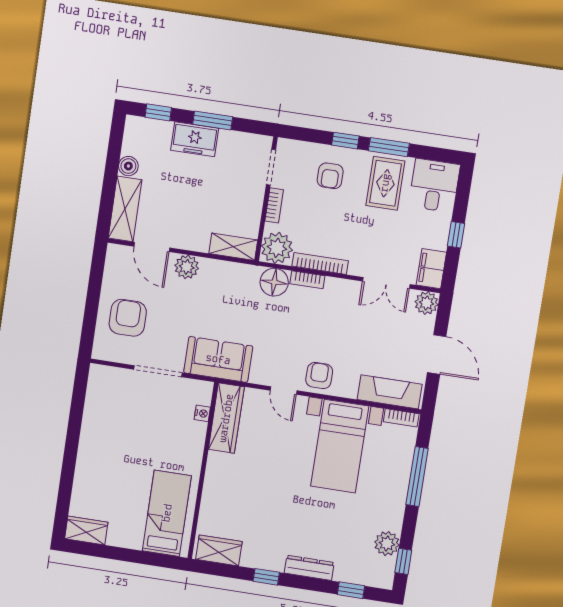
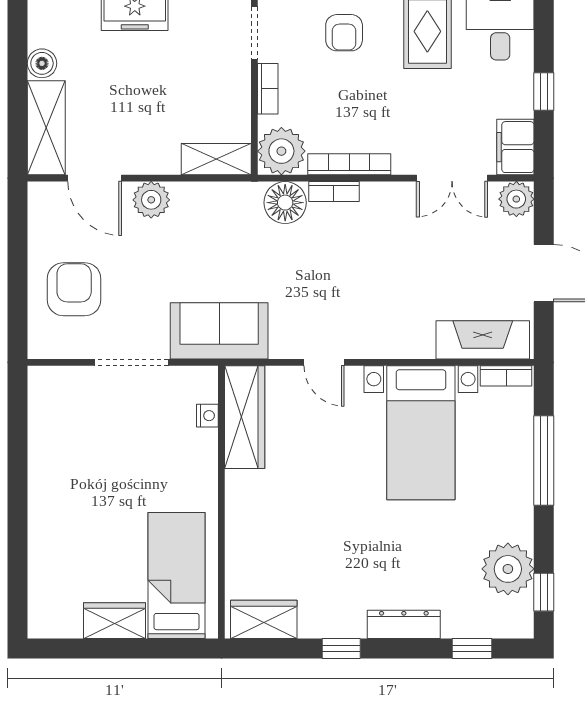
armchair: (319, 376) -> (374, 332), removed
wardrobe: (86, 530) -> (115, 621), moved
plant: (387, 544) -> (508, 569), width x1.36, depth x1.36

